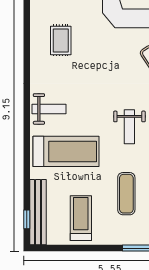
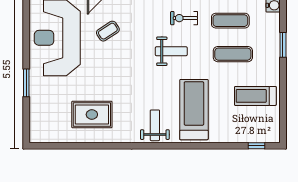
rug: (61, 40) -> (92, 114), width x1.36, depth x1.43
bench: (38, 212) -> (250, 135), removed

